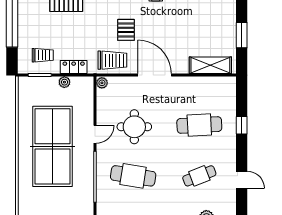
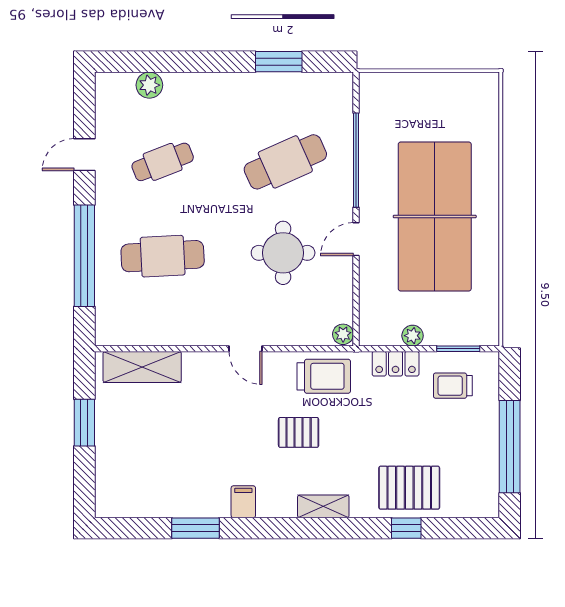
pallet: (126, 30) -> (299, 432), turned 90
trolley: (112, 60) -> (324, 376), turned 180
door: (155, 75) -> (245, 349), width x0.53
window: (242, 125) -> (84, 256), width x3.17
cafe table: (133, 176) -> (285, 162), turned -33
door: (242, 180) -> (84, 155), hinge flipped

